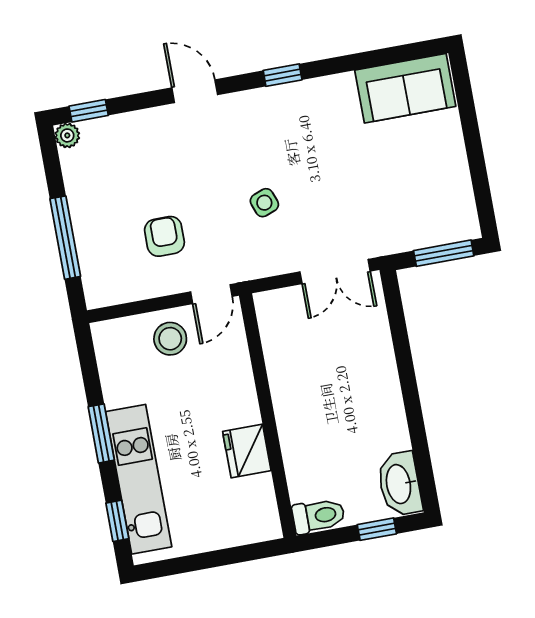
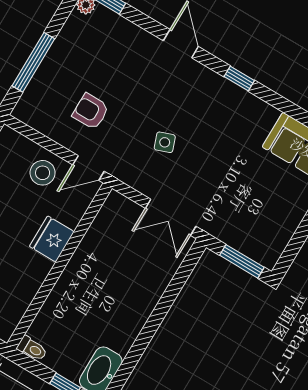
armchair: (164, 236) -> (91, 111), turned -90
fridge: (247, 451) -> (52, 239), moved
toilet: (319, 516) -> (32, 349), width x0.73, depth x0.72

